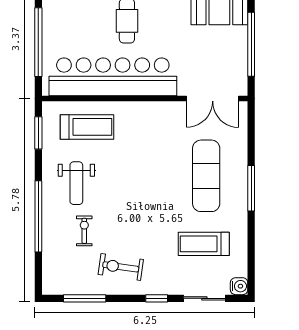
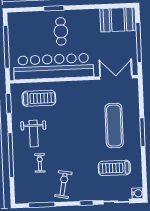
double door: (213, 99) -> (116, 77), swing flipped
exercise bike: (121, 267) -> (63, 184), turned 93

